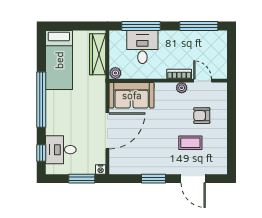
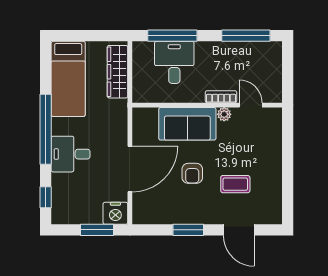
plant: (115, 73) -> (140, 95), removed
sofa: (132, 95) -> (187, 124), moved
armchair: (202, 116) -> (192, 173), moved, turned -90
desk: (61, 150) -> (71, 154), moved
nightstand: (101, 169) -> (115, 213), width x1.89, depth x1.79

